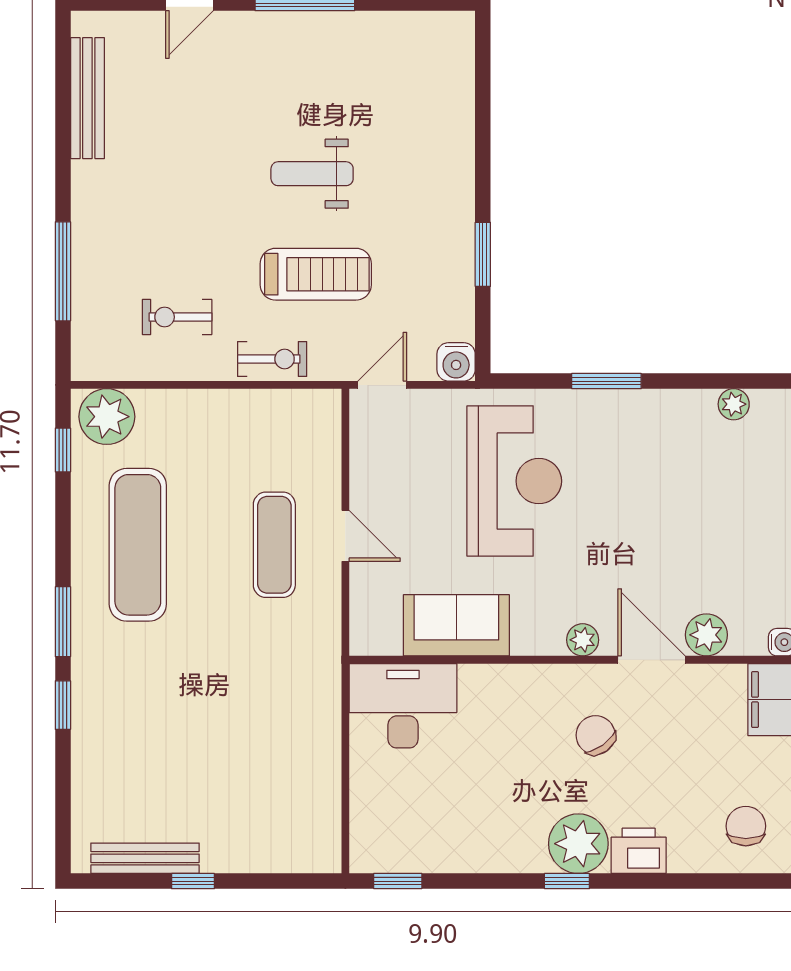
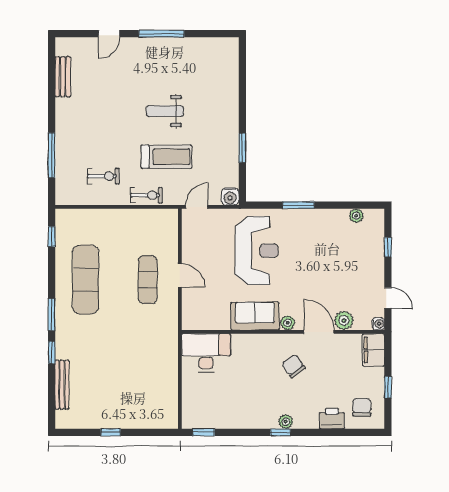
bench: (87, 98) -> (63, 77), width x0.73
exercise bike: (177, 317) -> (103, 176), turned 180
plant: (107, 417) -> (72, 221), removed
sofa: (456, 625) -> (255, 316), moved
plant: (578, 844) -> (286, 422), width x0.53, depth x0.53
printer: (639, 851) -> (332, 419), moved
bench: (145, 858) -> (62, 385), moved, turned 90

